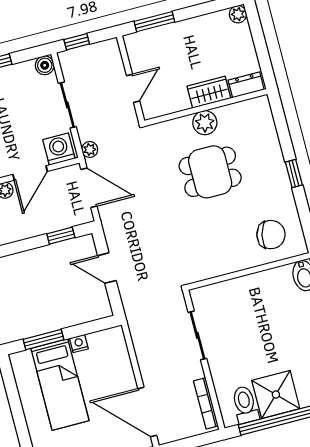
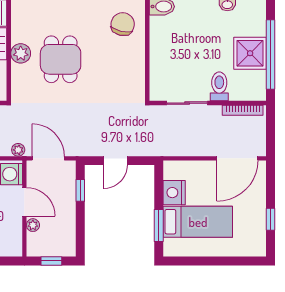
door: (89, 188) -> (48, 158), hinge flipped
nightstand: (79, 344) -> (174, 193), width x1.89, depth x1.79
toilet: (245, 405) -> (219, 86), moved, turned 90

